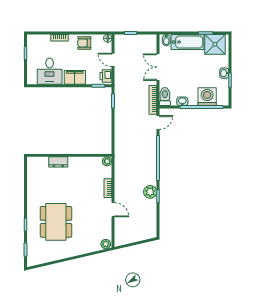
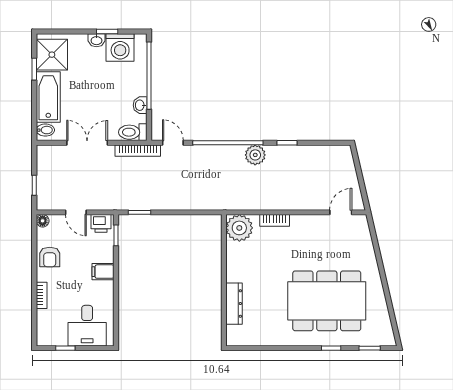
door: (113, 60) -> (76, 212), hinge flipped
double door: (158, 67) -> (87, 143), swing flipped
desk: (50, 71) -> (87, 326), moved, turned 90
filing cabinet: (75, 77) -> (103, 272), width x0.50
washing machine: (207, 97) -> (120, 47), moved, turned -90
plant: (107, 161) -> (239, 228), width x1.88, depth x1.88
dresser: (58, 162) -> (234, 304), width x1.44
plant: (150, 192) -> (255, 155), moved
door: (113, 210) -> (341, 212), moved
dining table: (56, 222) -> (327, 301), width x1.36, depth x1.24
plant: (106, 244) -> (361, 224), removed

